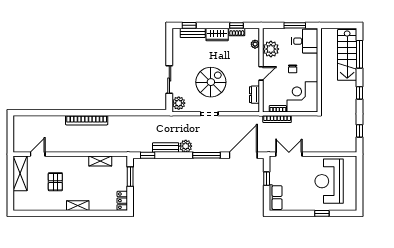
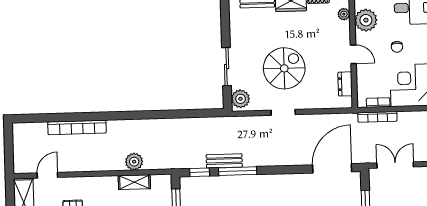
door: (261, 73) -> (353, 54), hinge flipped
bookcase: (87, 120) -> (77, 127), moved
plant: (186, 146) -> (134, 162), moved
window: (206, 155) -> (238, 171), moved

